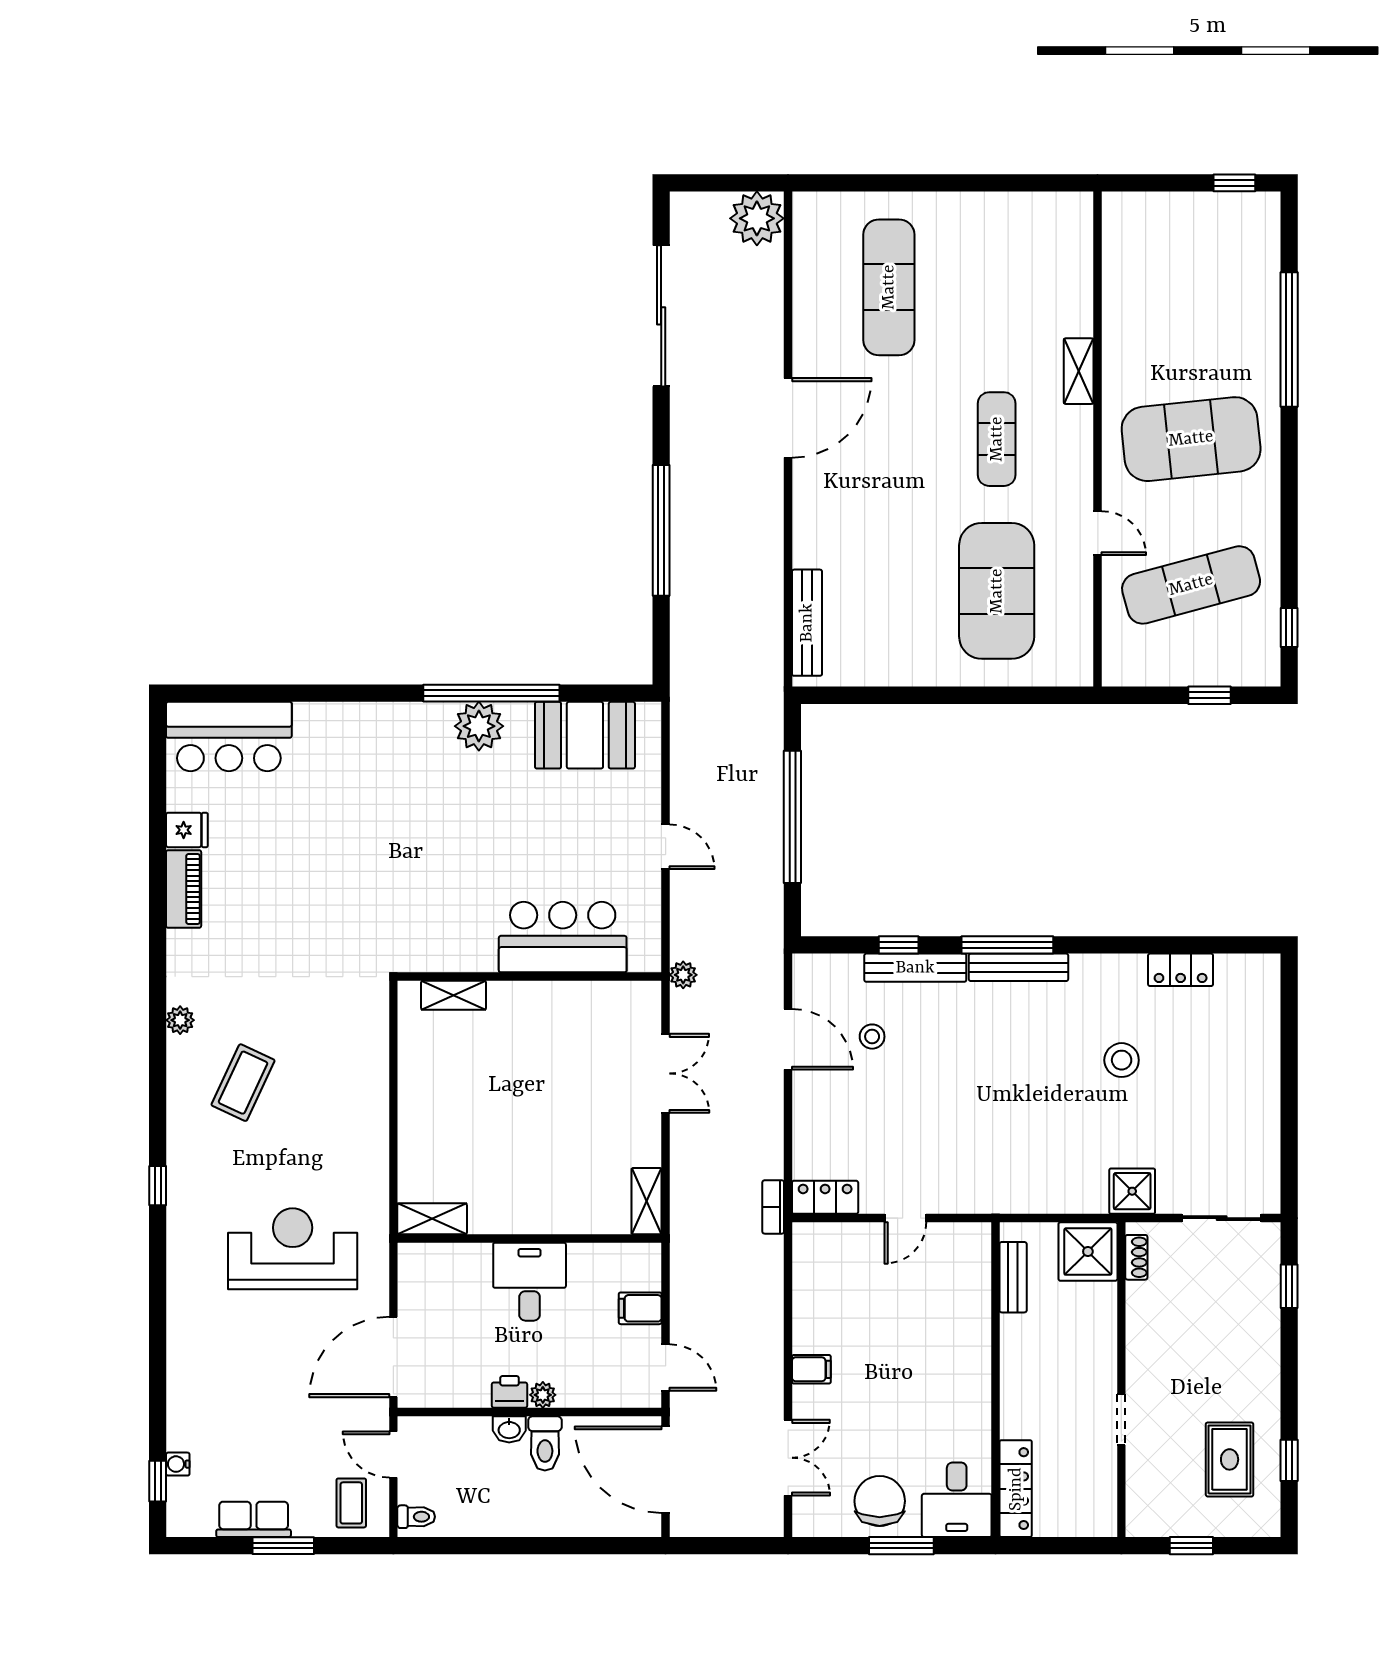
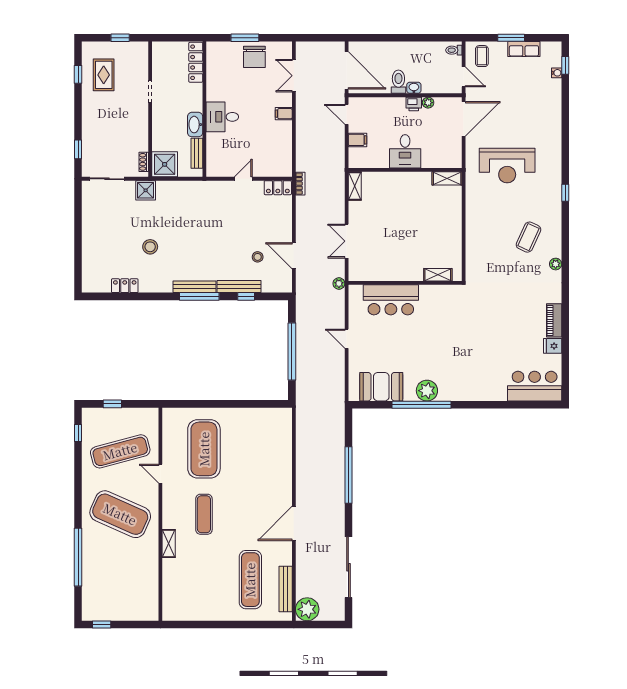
exercise mat: (1191, 439) -> (120, 514), turned 30
bench: (807, 623) -> (286, 589), moved
washbasin: (1017, 1344) -> (195, 125), added
plant: (543, 1395) -> (428, 103), moved
desk: (957, 1500) -> (222, 117), moved, turned -90

